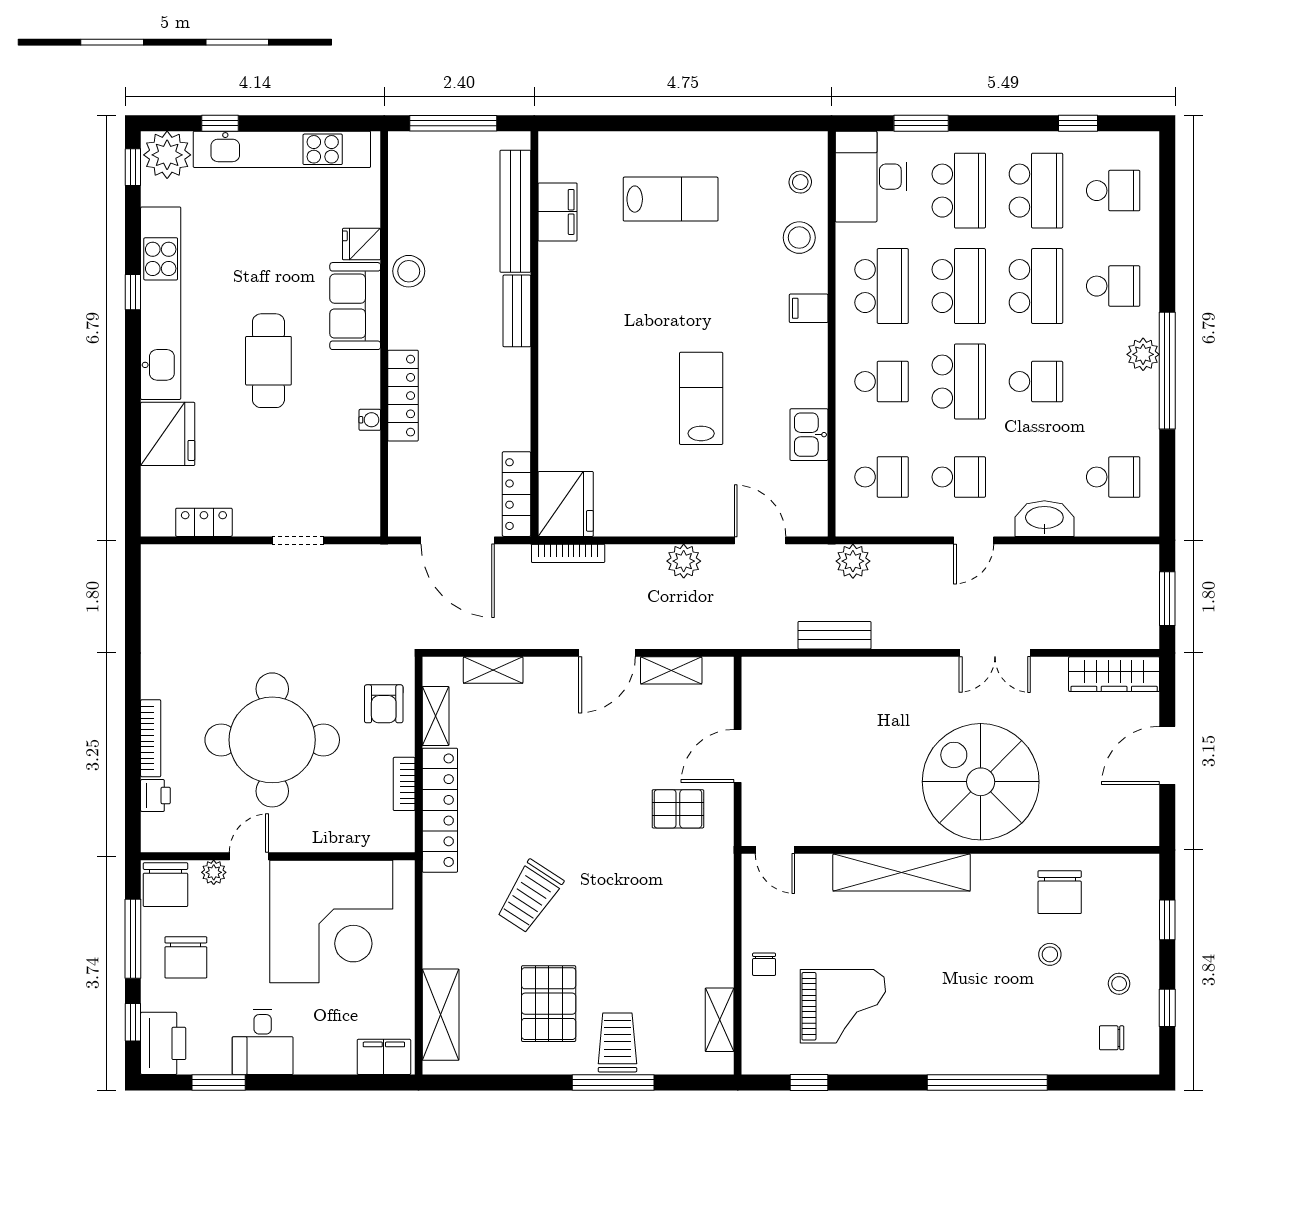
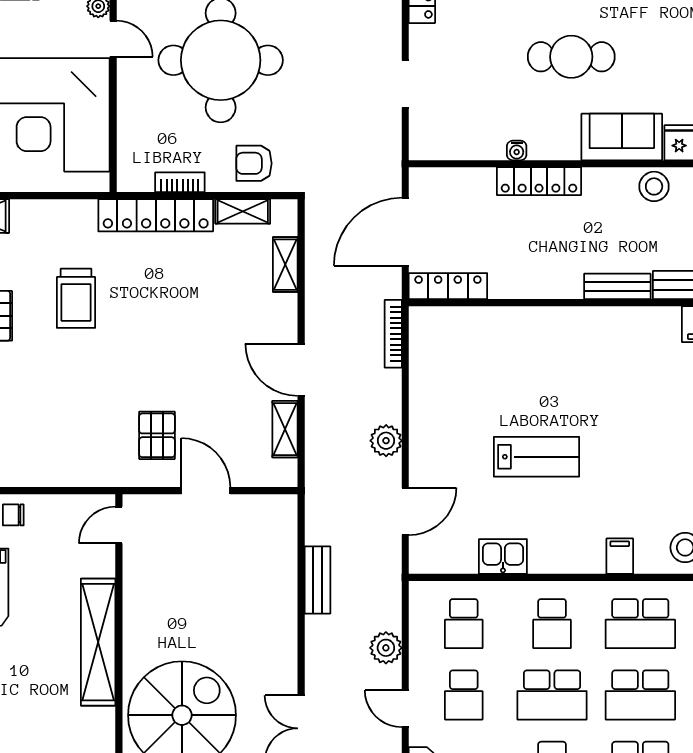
fridge: (566, 504) -> (439, 332), removed
plant: (853, 561) -> (386, 648), moved
trolley: (530, 896) -> (76, 298), turned -123

